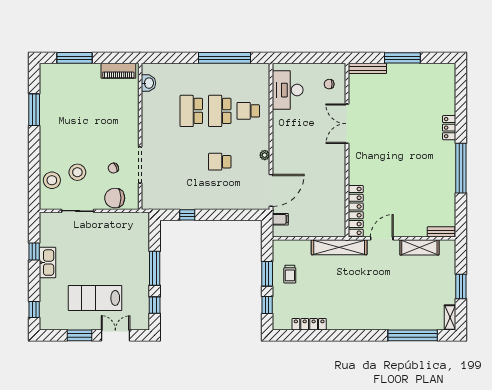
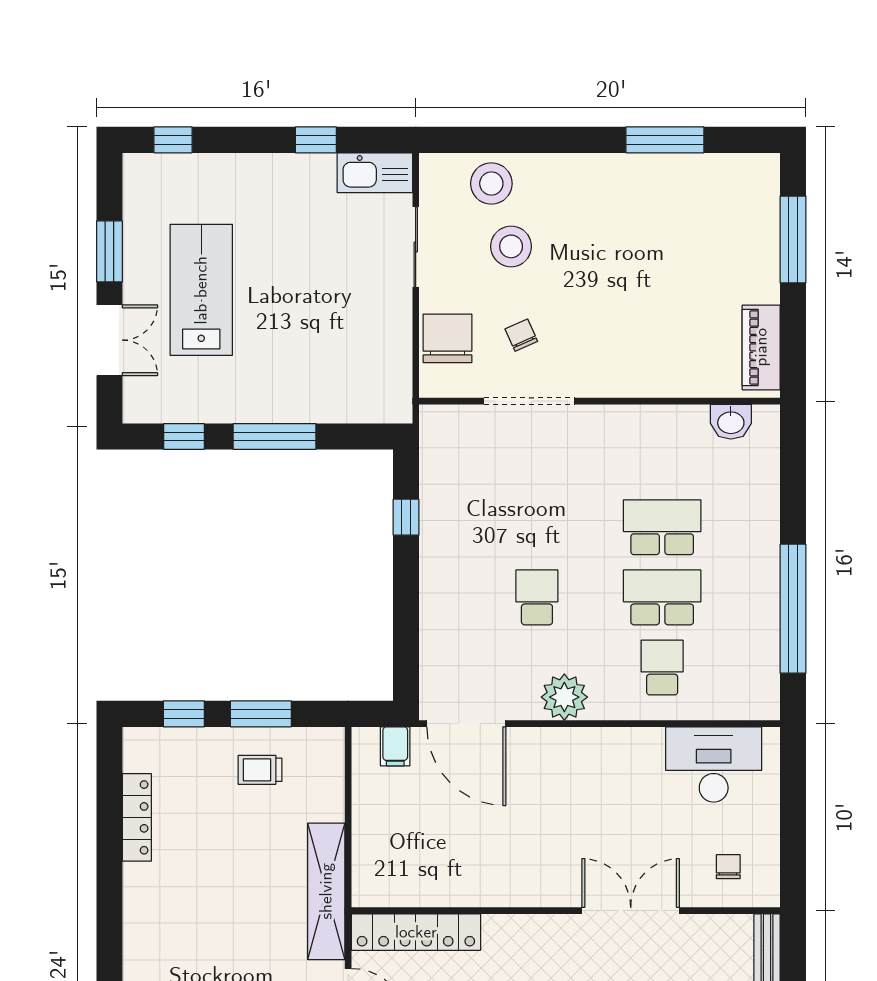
plant: (265, 155) -> (564, 697), width x1.88, depth x1.88
kitchen sink: (47, 263) -> (375, 173), moved

